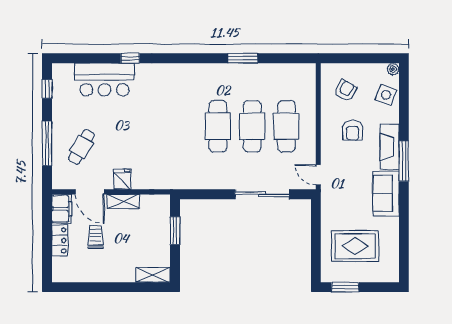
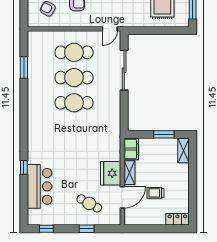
window: (243, 58) -> (24, 67), moved
window: (47, 143) -> (87, 229), width x0.46
fridge: (122, 179) -> (111, 173), width x1.88, depth x1.34
filing cabinet: (62, 209) -> (131, 149), moved, turned 90
window: (175, 231) -> (164, 134), moved
locker: (60, 240) -> (177, 219), moved

